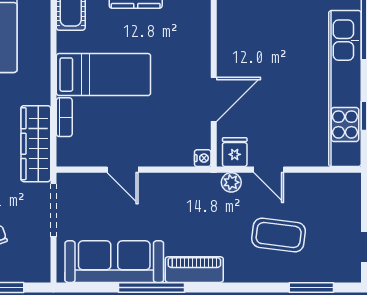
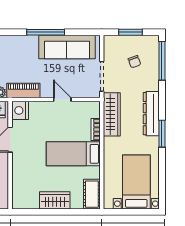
nightstand: (203, 158) -> (20, 110), width x1.89, depth x1.79
piano: (194, 270) -> (23, 90), moved, turned 180

